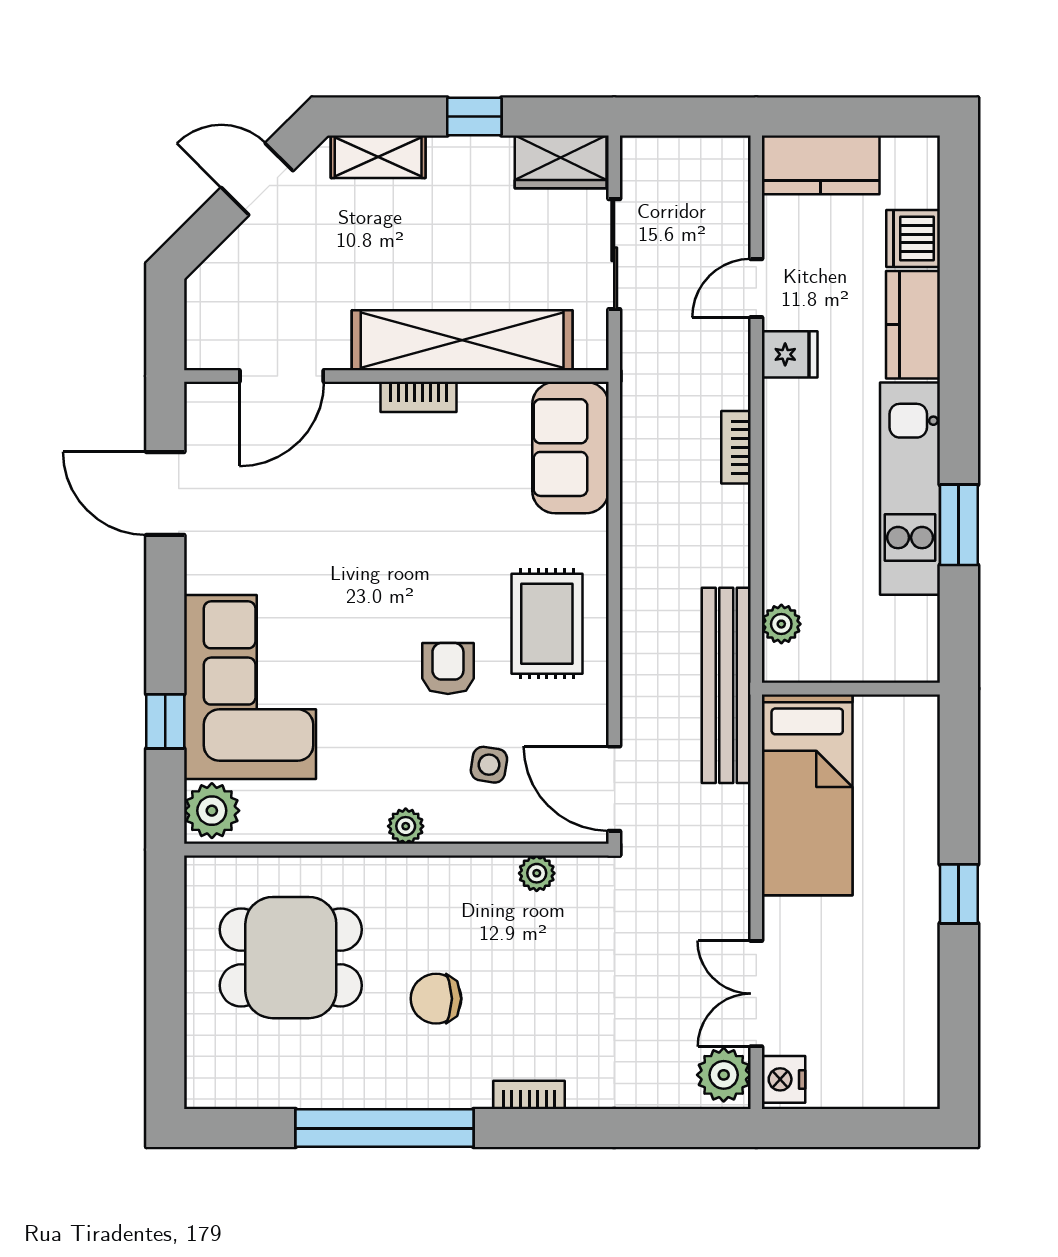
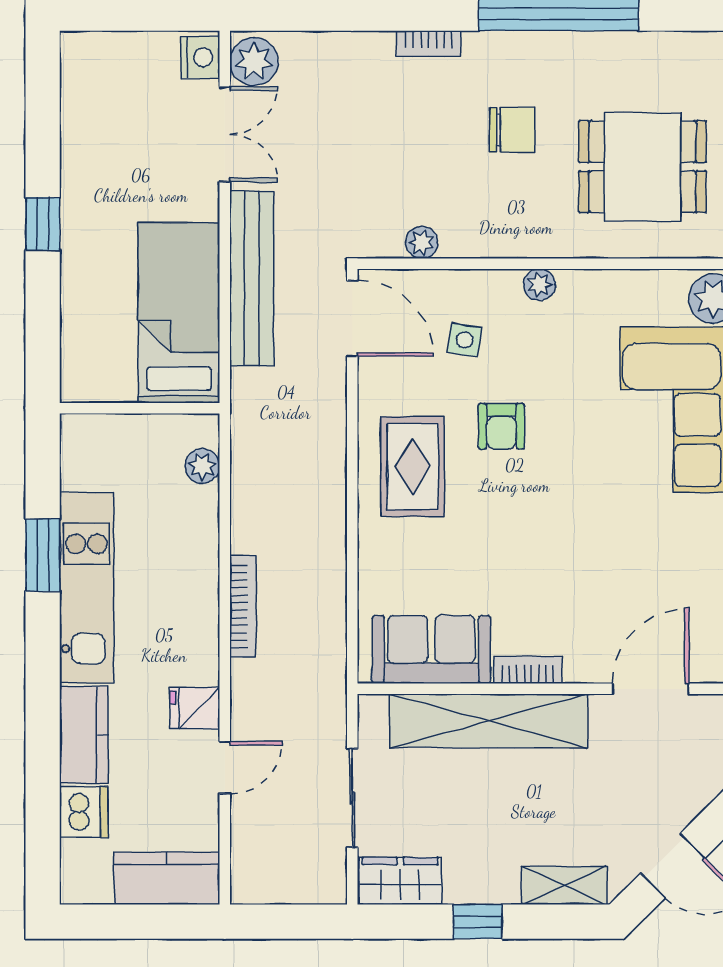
bookcase: (736, 447) -> (243, 606), width x1.56
sofa: (570, 448) -> (431, 649), moved, turned -90
bench: (726, 685) -> (252, 278), moved

